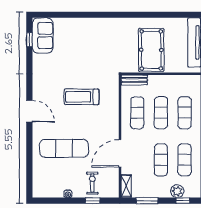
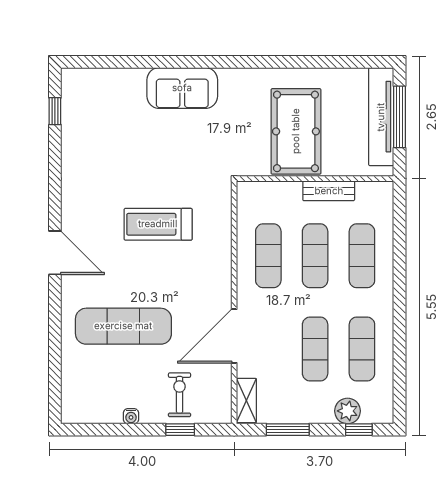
sofa: (43, 36) -> (182, 88), moved, turned 90
bench: (134, 80) -> (329, 191), moved

